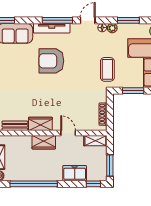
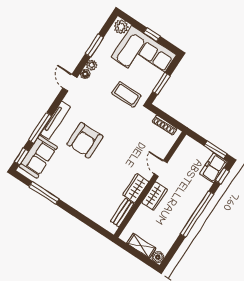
window: (57, 20) -> (40, 128), moved
door: (68, 133) -> (161, 168), hinge flipped
shelving: (95, 141) -> (184, 148), removed
freezer: (75, 173) -> (214, 168), moved
window: (34, 184) -> (197, 214), moved

